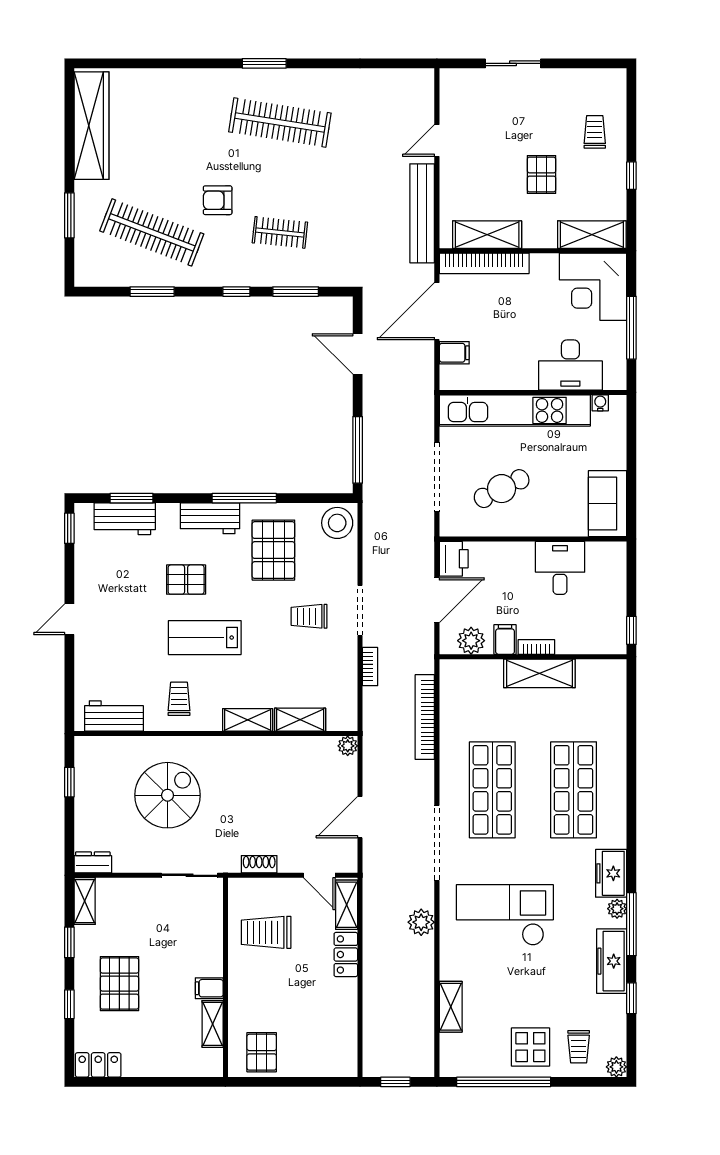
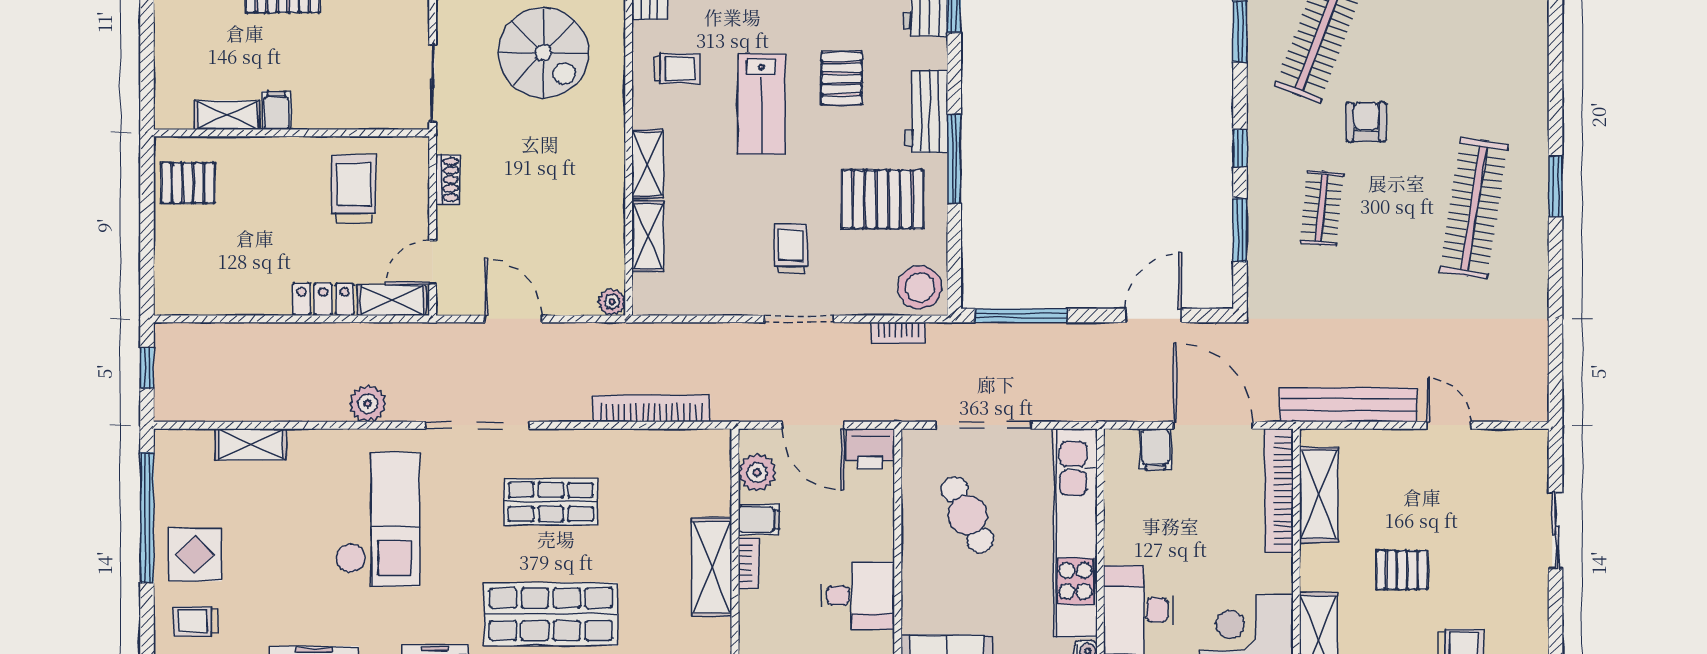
lab bench: (205, 638) -> (761, 104), turned 180
bookcase: (370, 667) -> (898, 333), moved
shop shelf: (492, 790) -> (551, 502), width x0.70, depth x0.74

